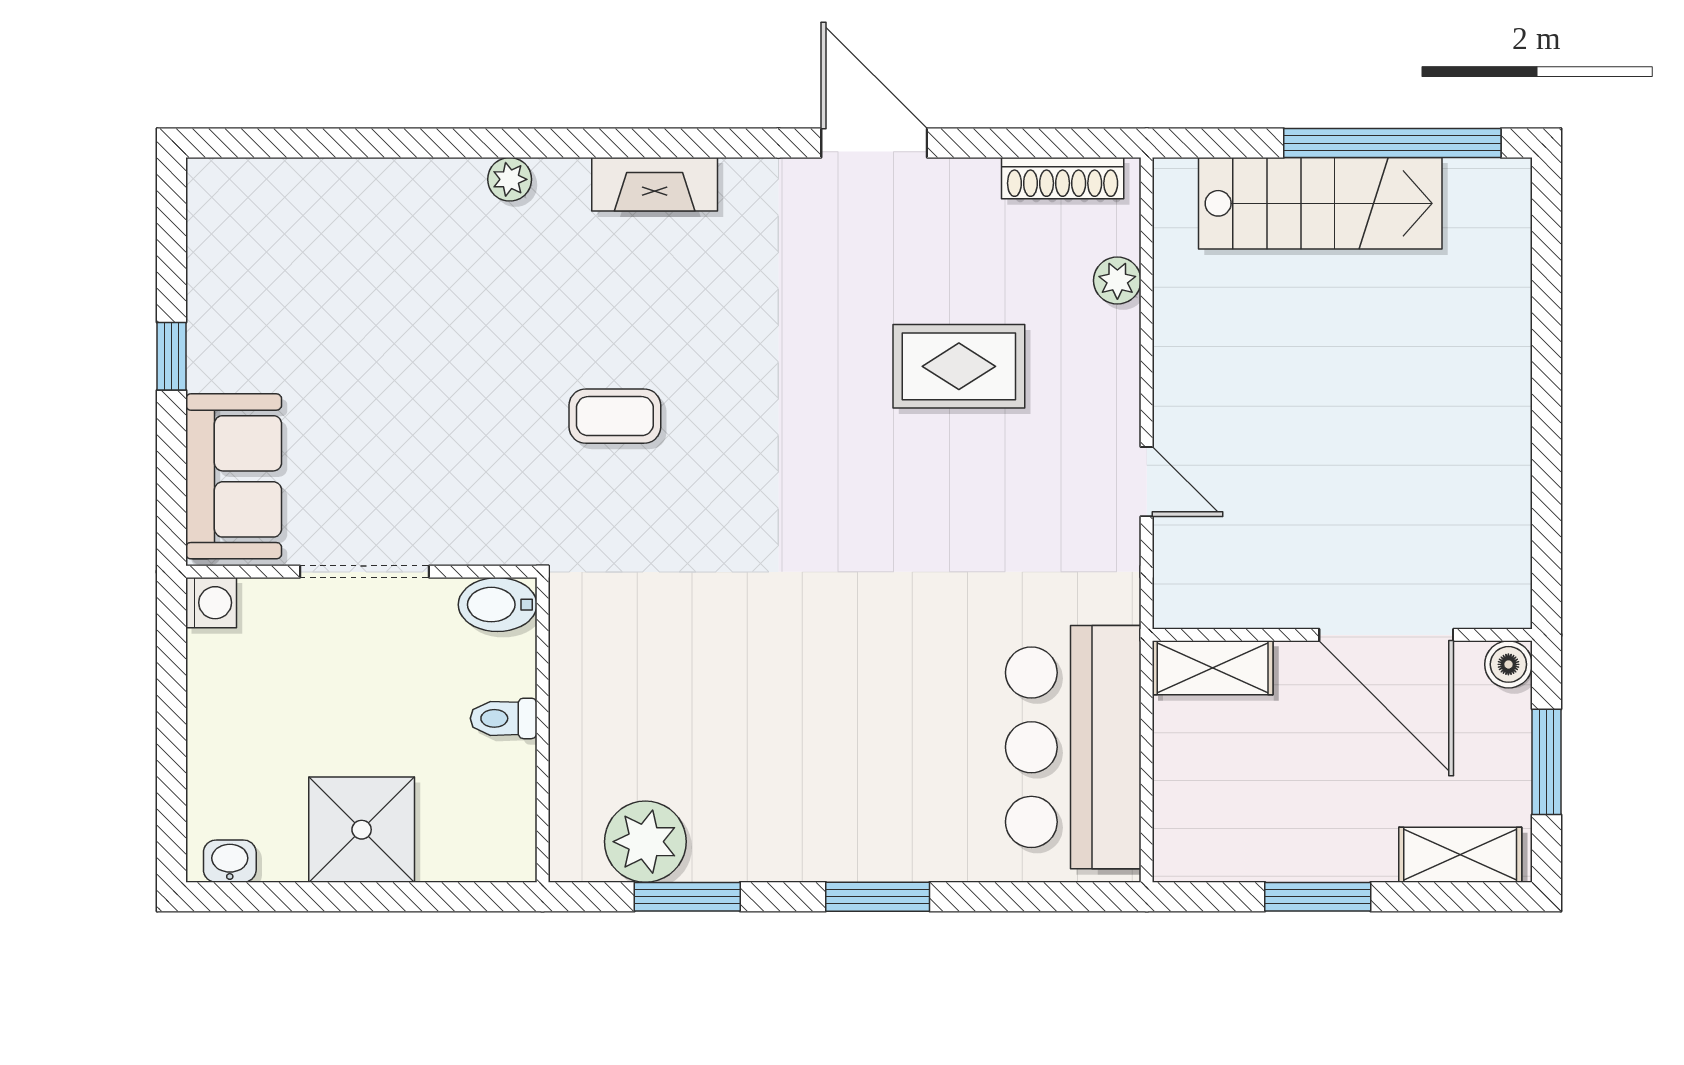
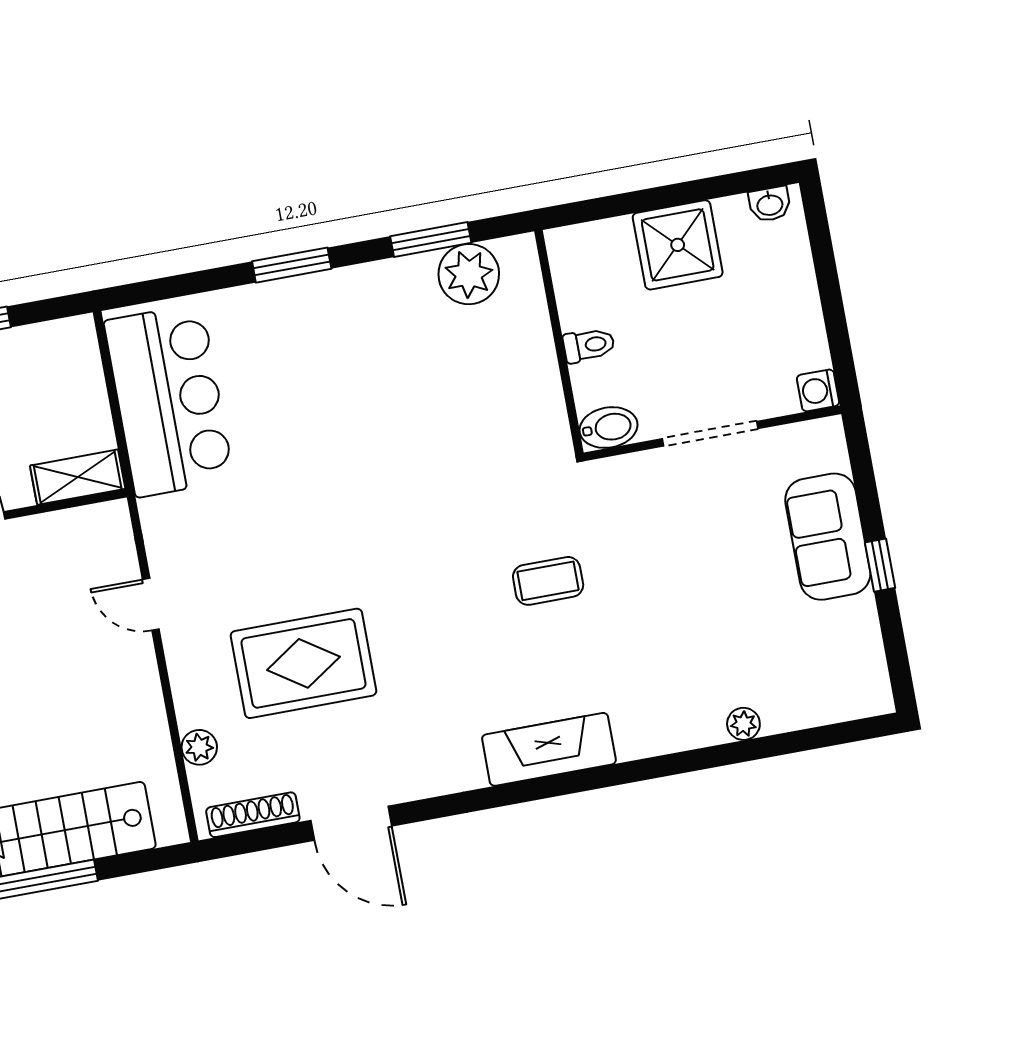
door: (874, 143) -> (351, 823), moved
plant: (510, 179) -> (743, 724), moved
fireplace: (655, 184) -> (549, 749), width x1.37, depth x1.32
rug: (959, 366) -> (303, 663), width x1.36, depth x1.43
sofa: (234, 476) -> (828, 537), moved

